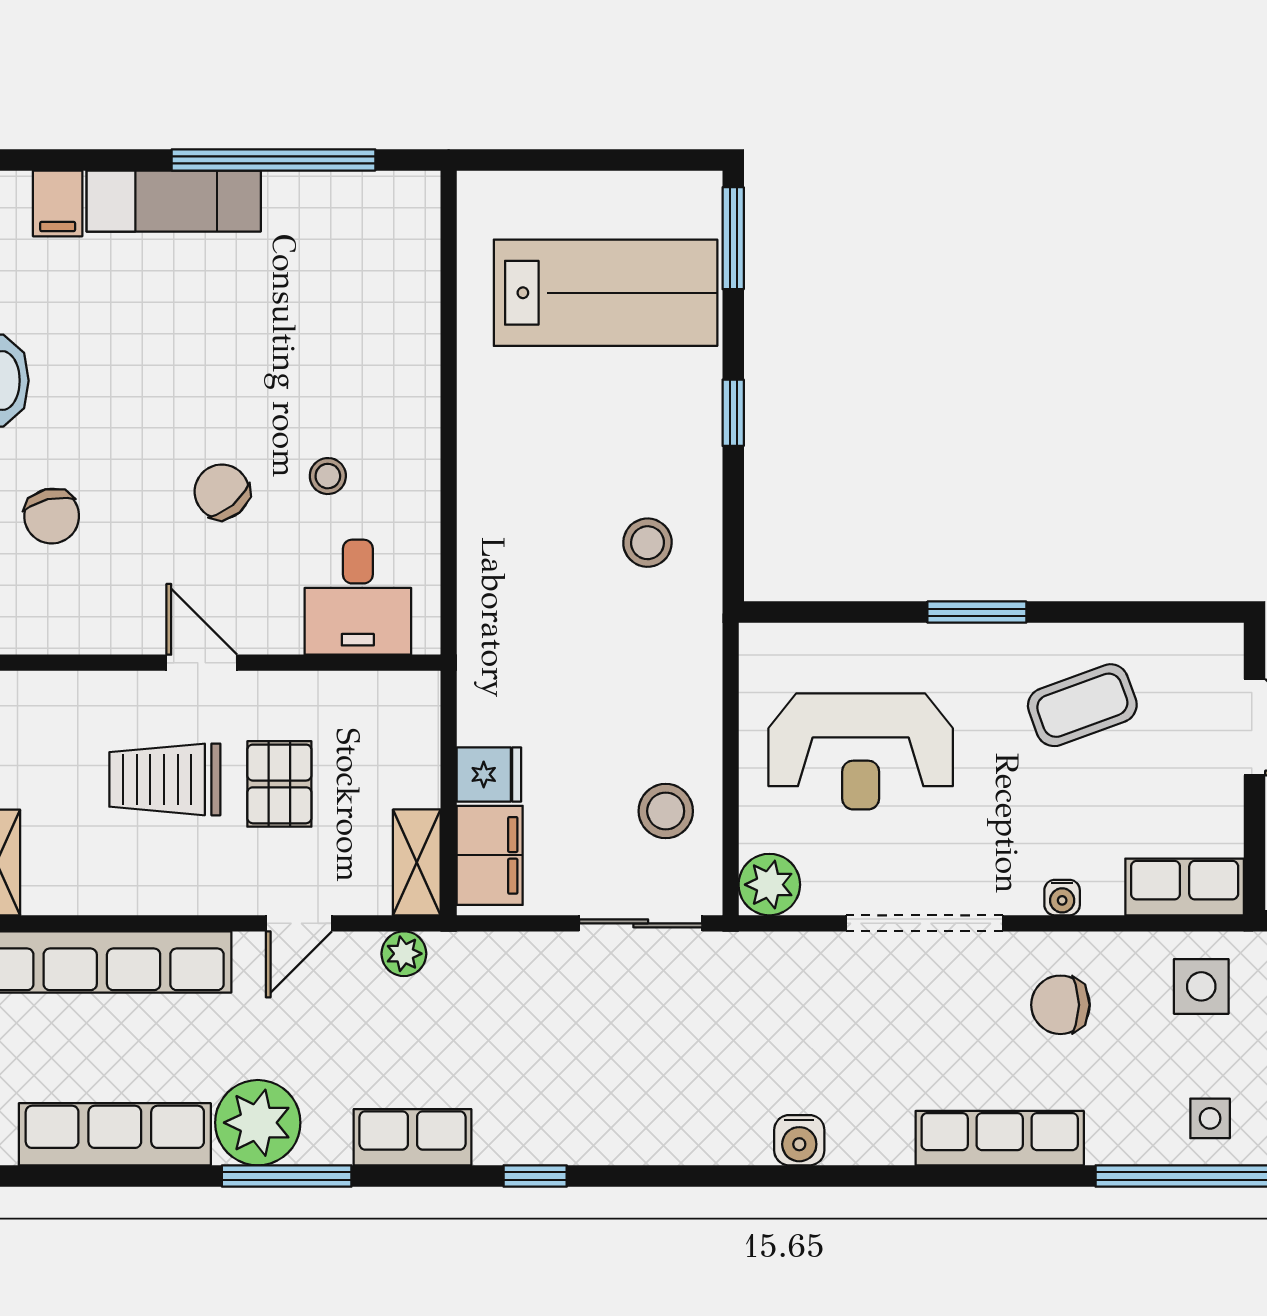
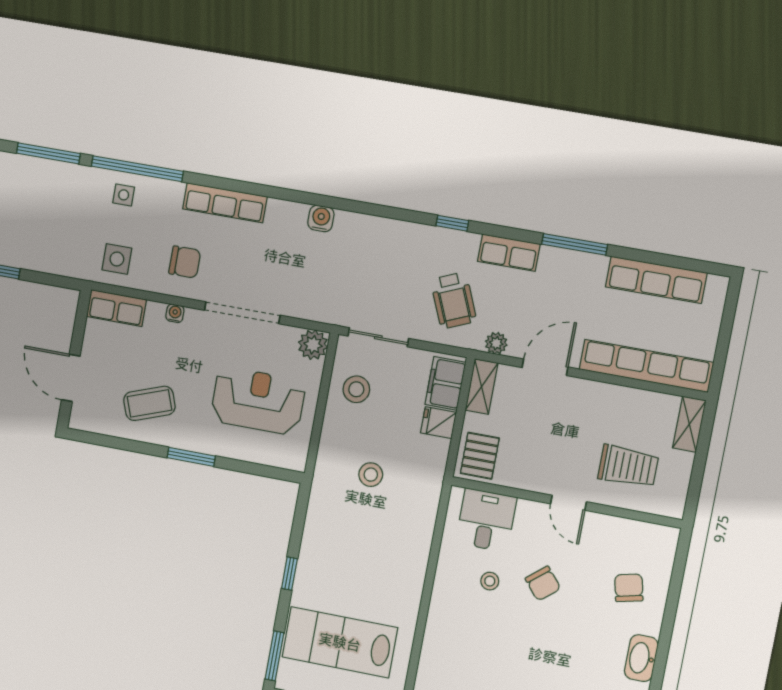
stool: (647, 543) -> (371, 475), moved
trolley: (165, 779) -> (628, 466), moved
pallet: (279, 784) -> (480, 456), moved
door: (299, 923) -> (545, 367), width x1.38
wheelchair: (504, 1023) -> (453, 300), added
plant: (258, 1123) -> (584, 273), removed

